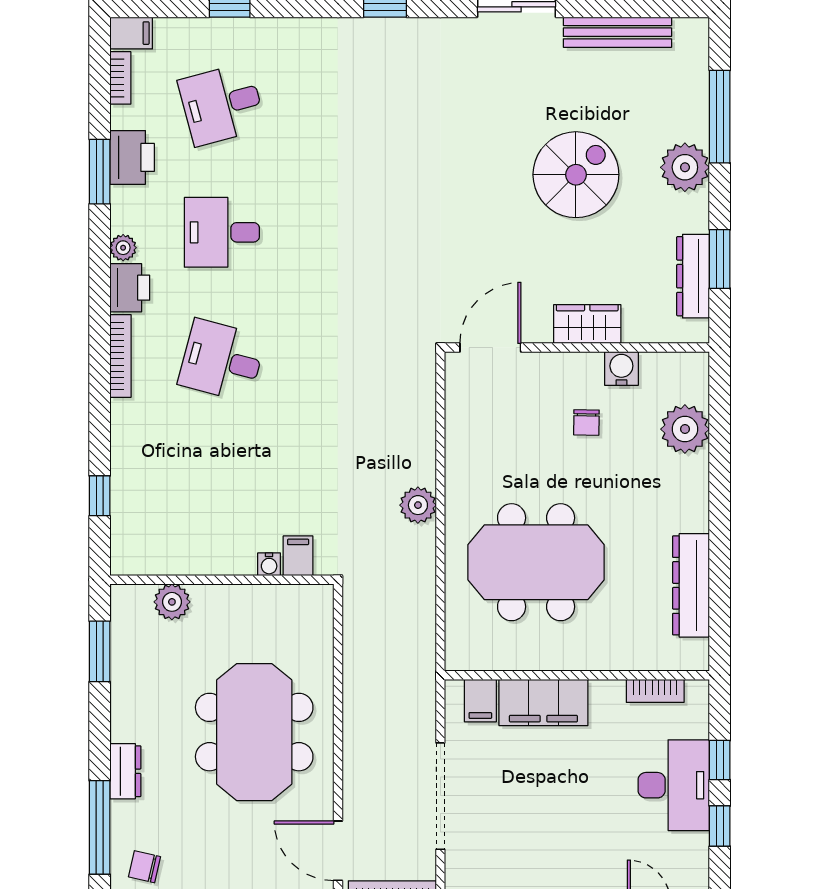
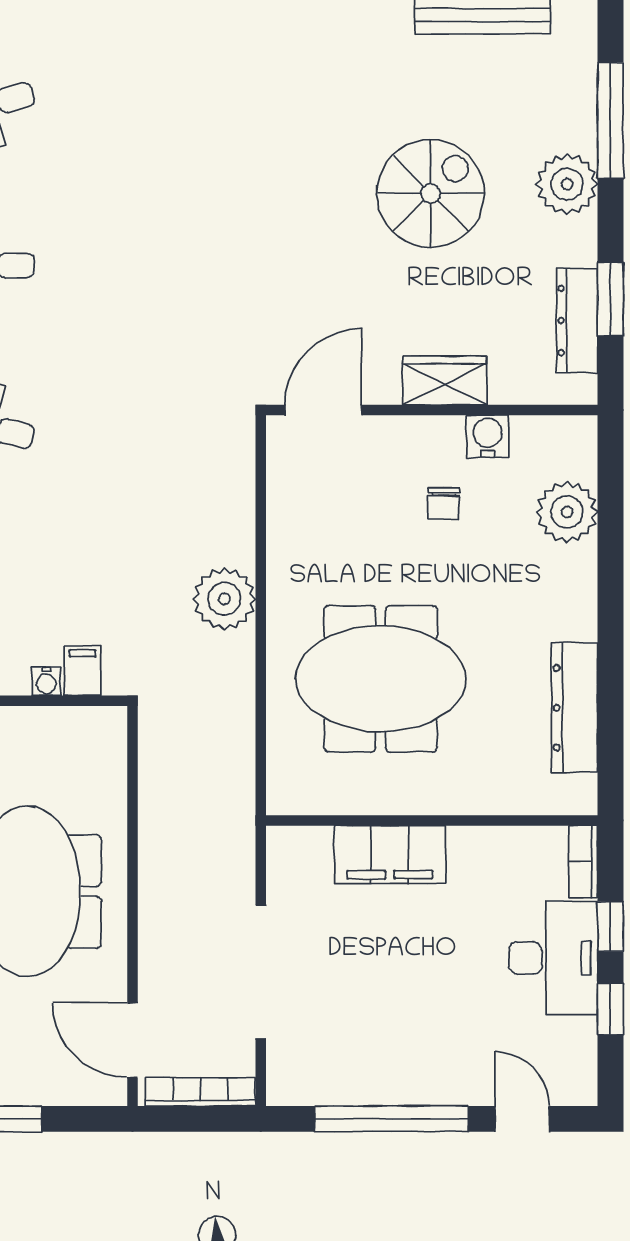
plant: (418, 505) -> (224, 599), width x1.36, depth x1.36
bookcase: (655, 691) -> (583, 862), moved, turned 90
filing cabinet: (480, 701) -> (311, 852), removed

